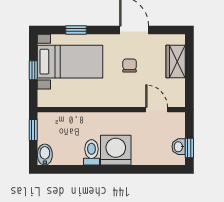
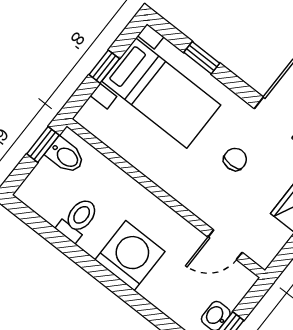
door: (157, 110) -> (225, 245), swing flipped
toilet: (91, 152) -> (78, 220), moved
bidet: (45, 155) -> (65, 156), moved, turned 90

